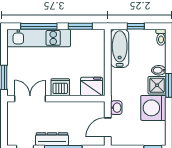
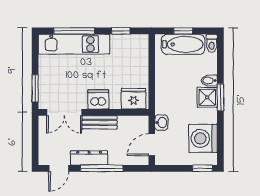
window: (80, 26) -> (121, 31), width x0.67
bathtub: (120, 48) -> (183, 44), moved, turned 90
double door: (30, 99) -> (64, 112), swing flipped
bench: (61, 107) -> (99, 122), added
washing machine: (153, 108) -> (203, 138), moved

